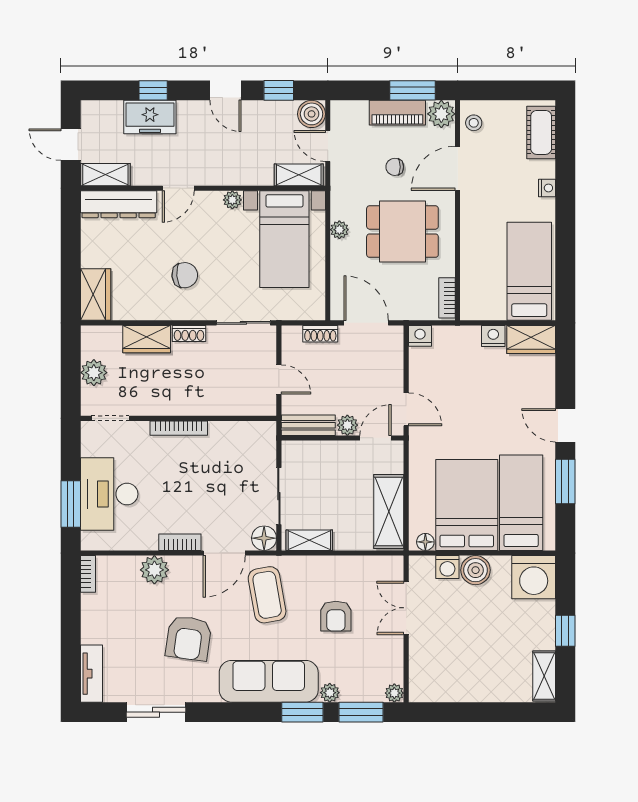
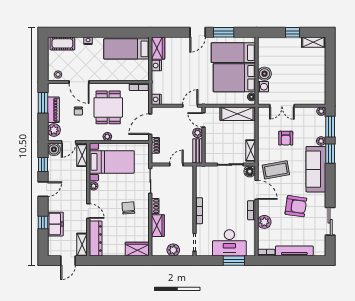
plant: (441, 114) -> (54, 130), moved
washing machine: (534, 577) -> (268, 47), removed
armchair: (336, 616) -> (286, 138), turned 90
tv unit: (91, 674) -> (294, 251), moved, width x1.41

